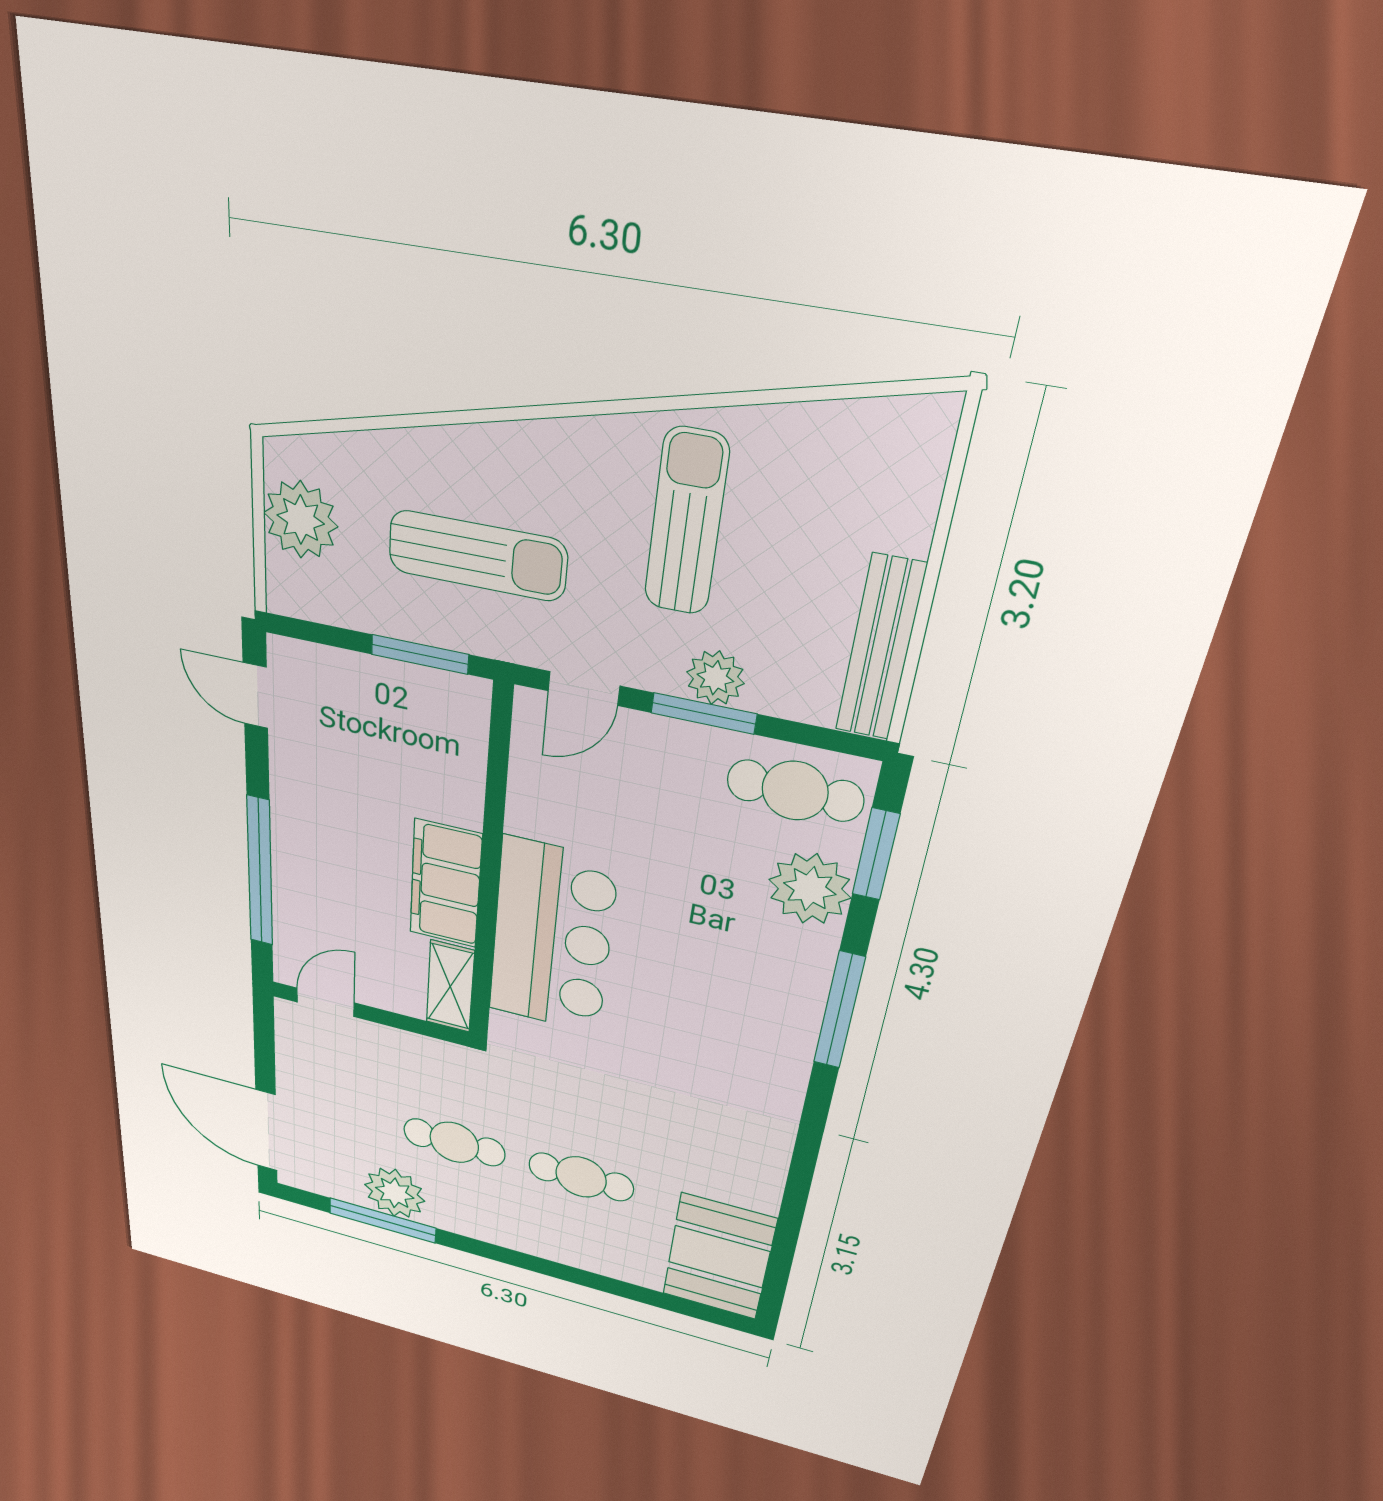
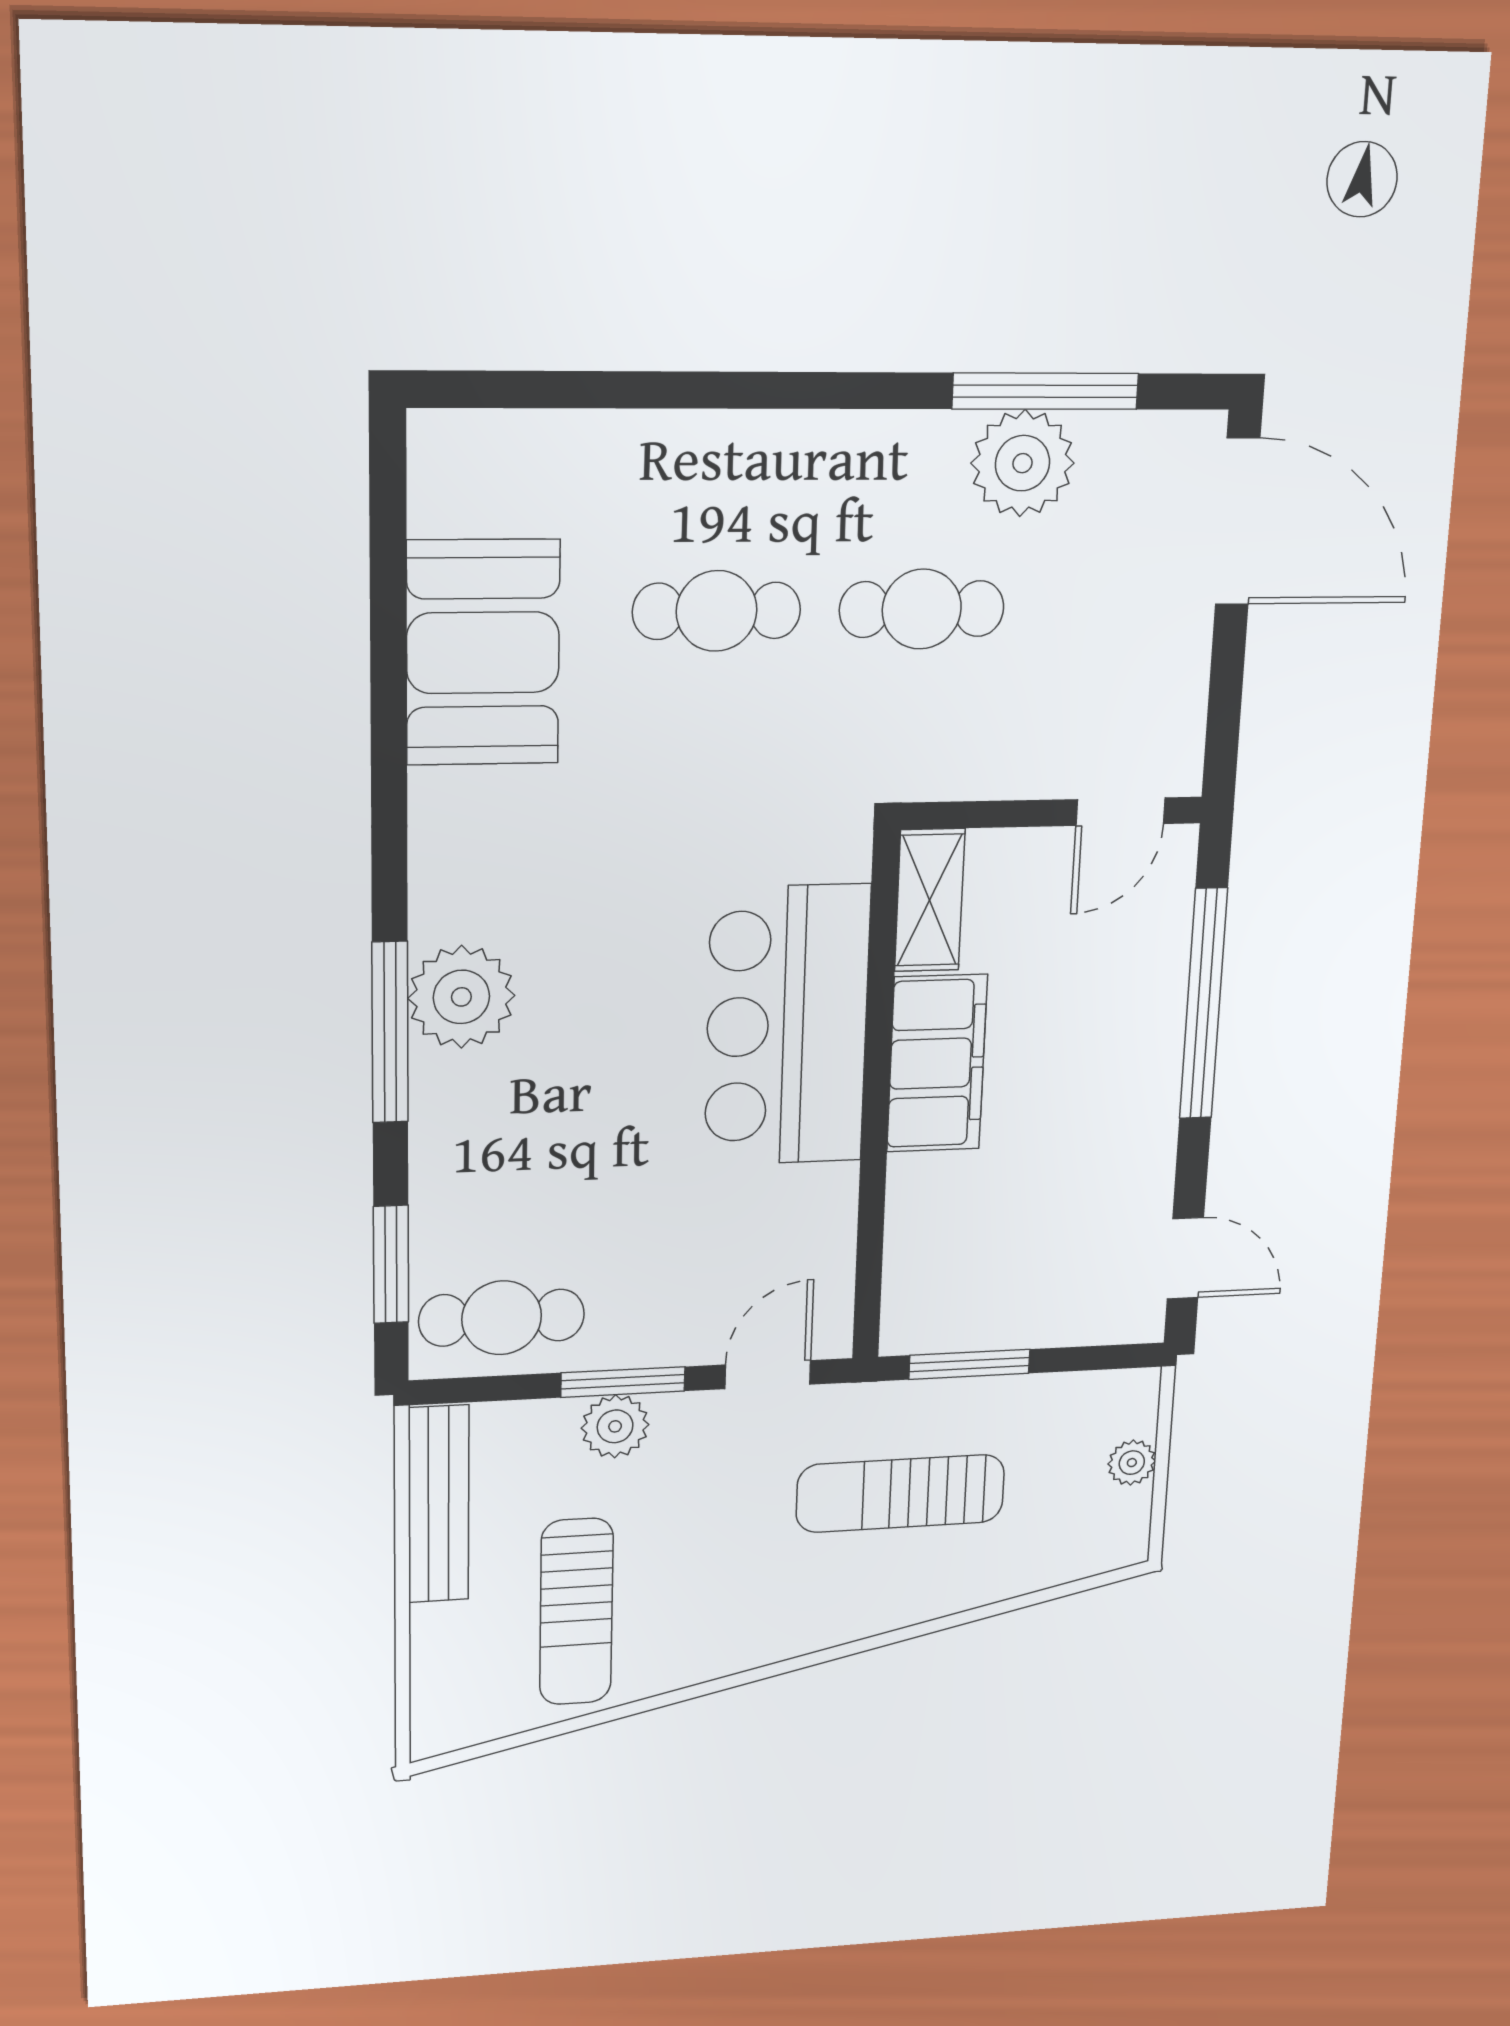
plant: (301, 520) -> (1132, 1463), width x0.53, depth x0.53
sun lounger: (686, 522) -> (576, 1612), moved
plant: (810, 889) -> (461, 997), moved
booth: (719, 1257) -> (483, 653), moved

